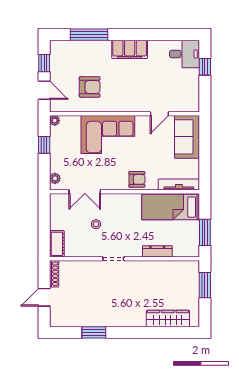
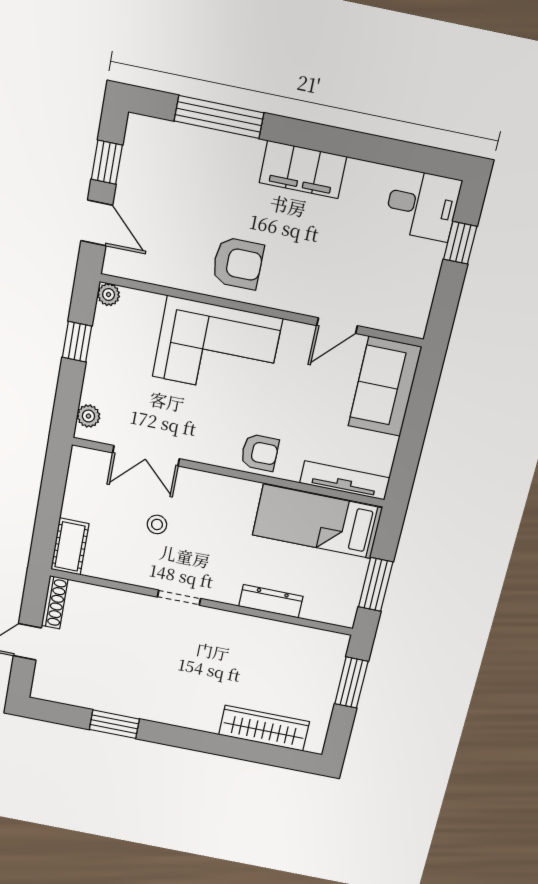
armchair: (90, 87) -> (238, 263), moved

